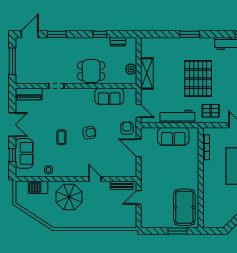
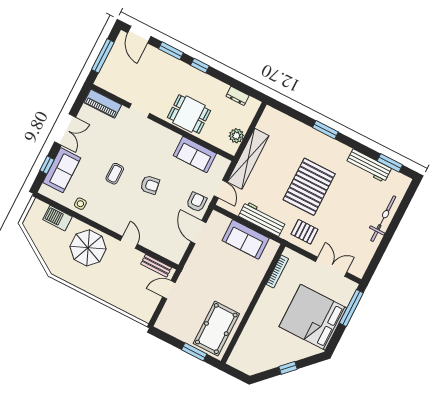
door: (30, 34) -> (139, 35), swing flipped
window: (100, 34) -> (200, 66), moved
shelving: (147, 73) -> (248, 159), width x1.47

